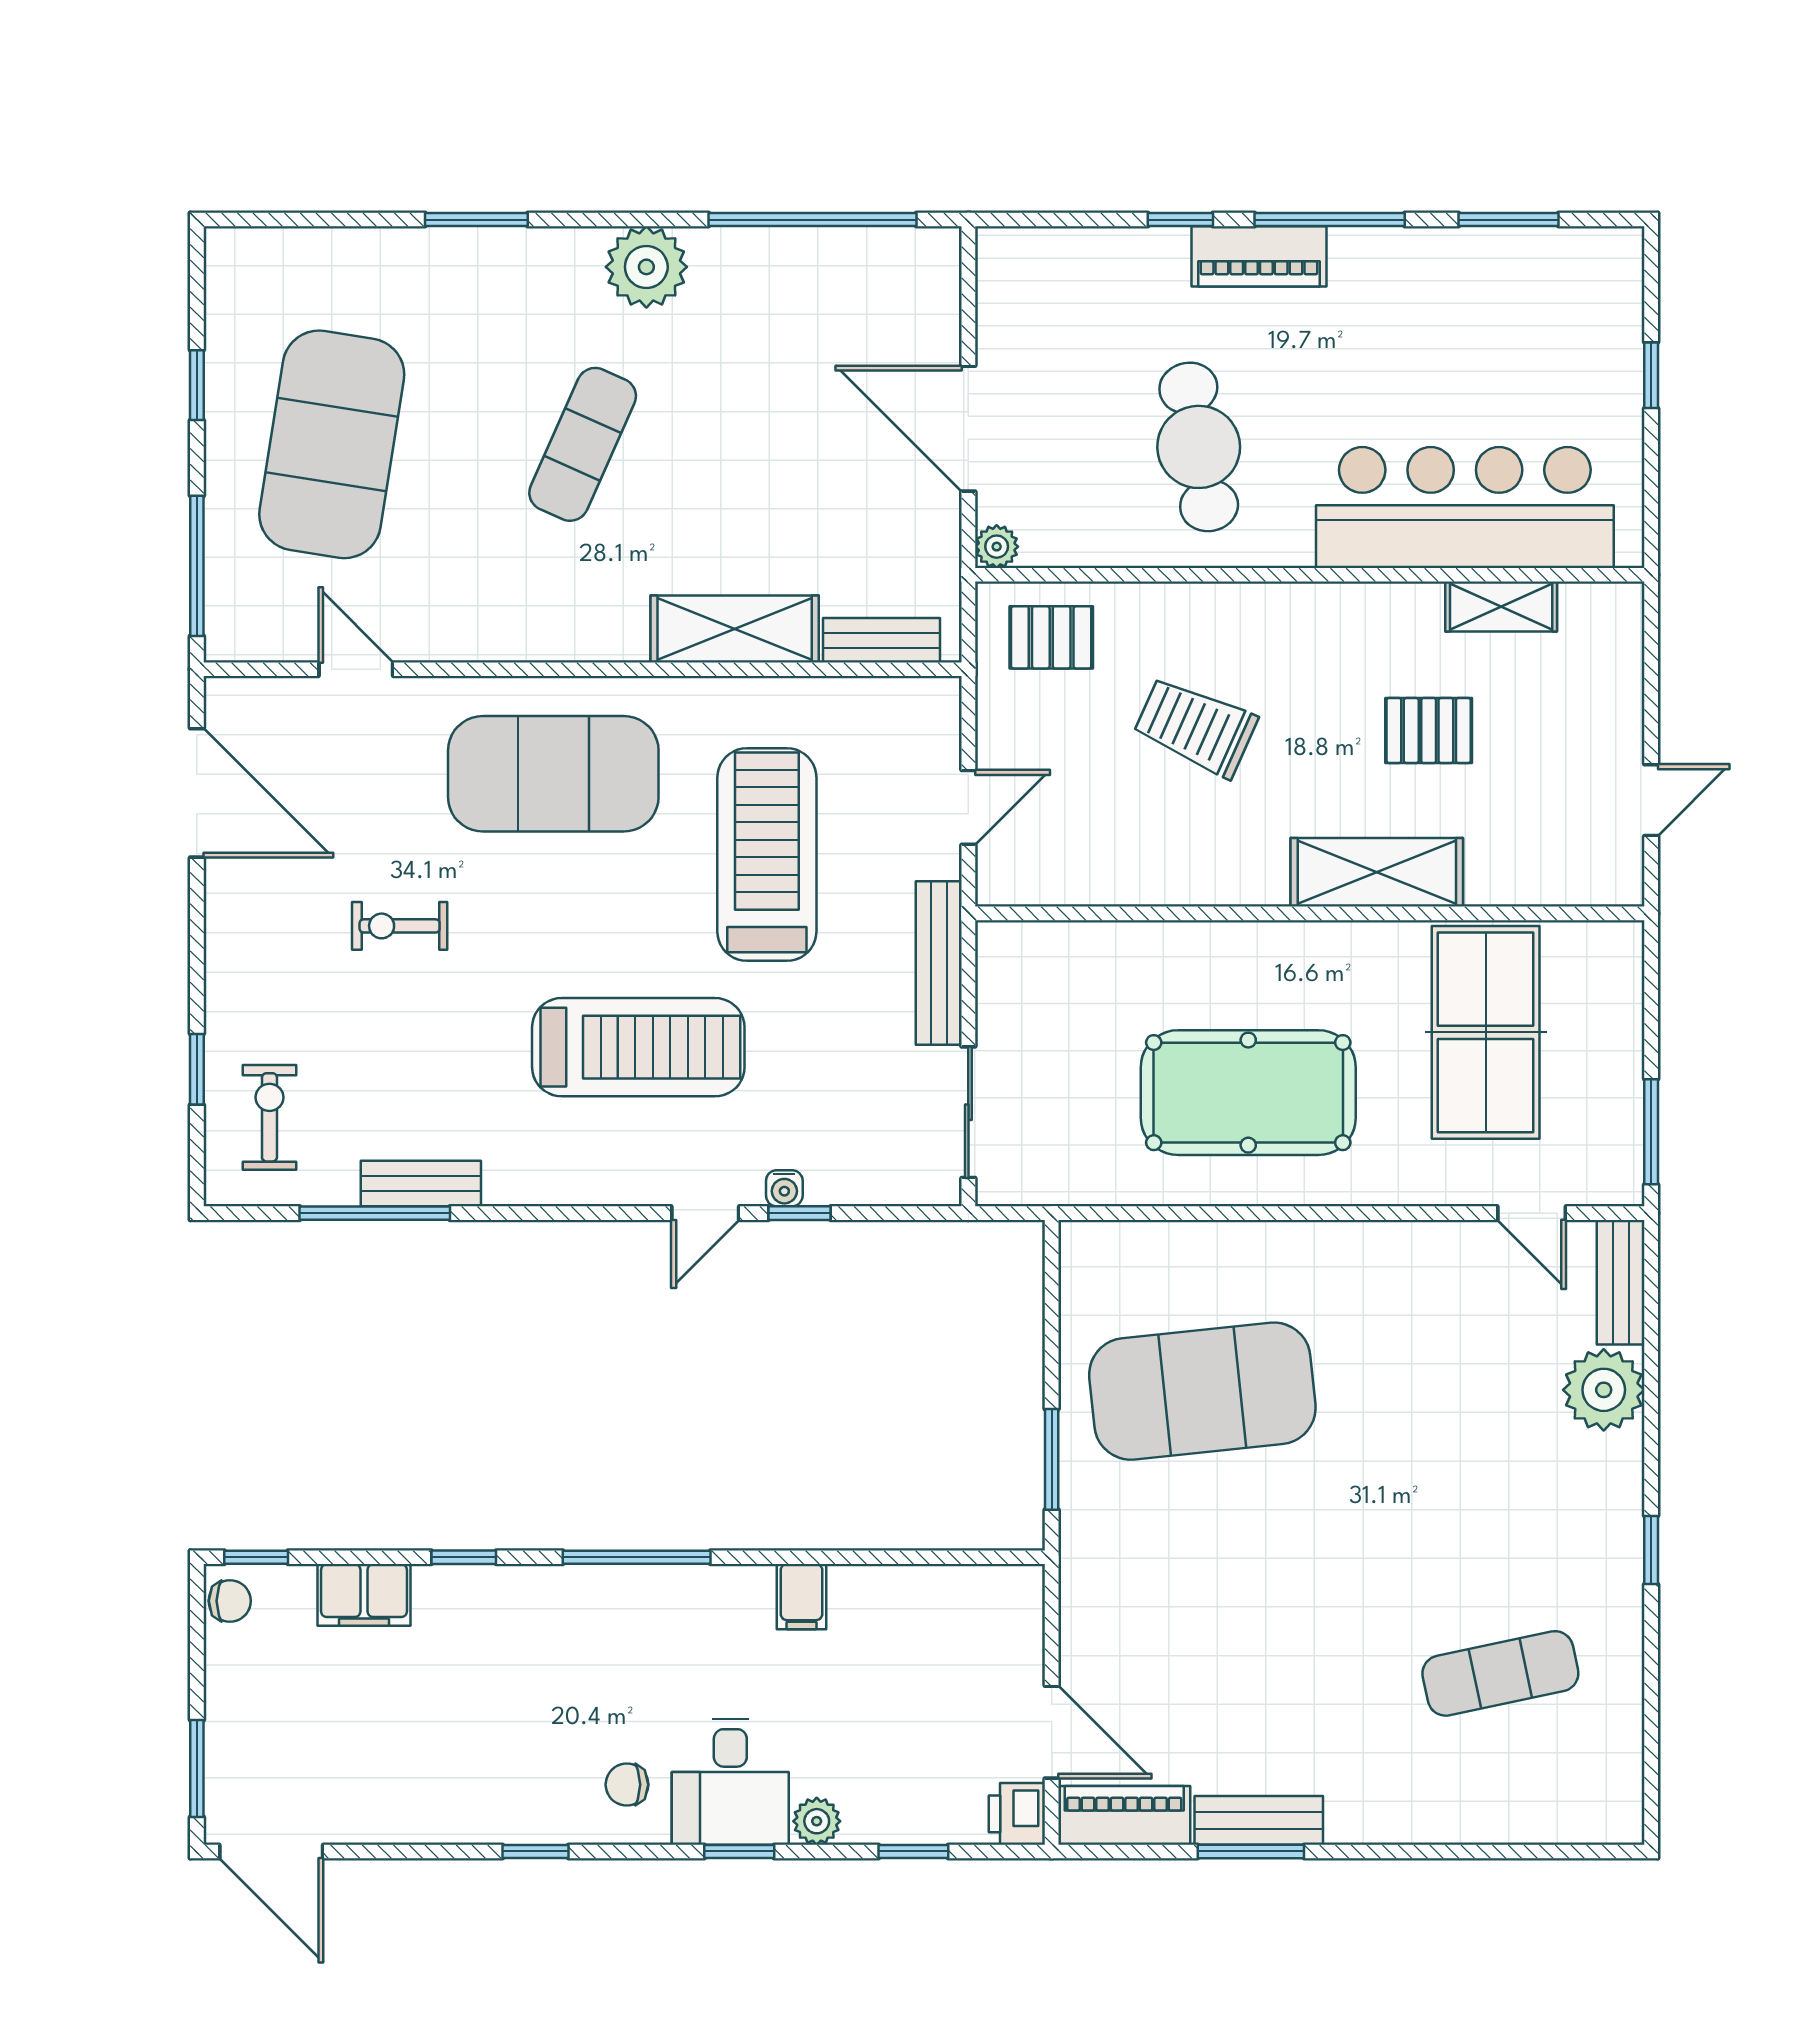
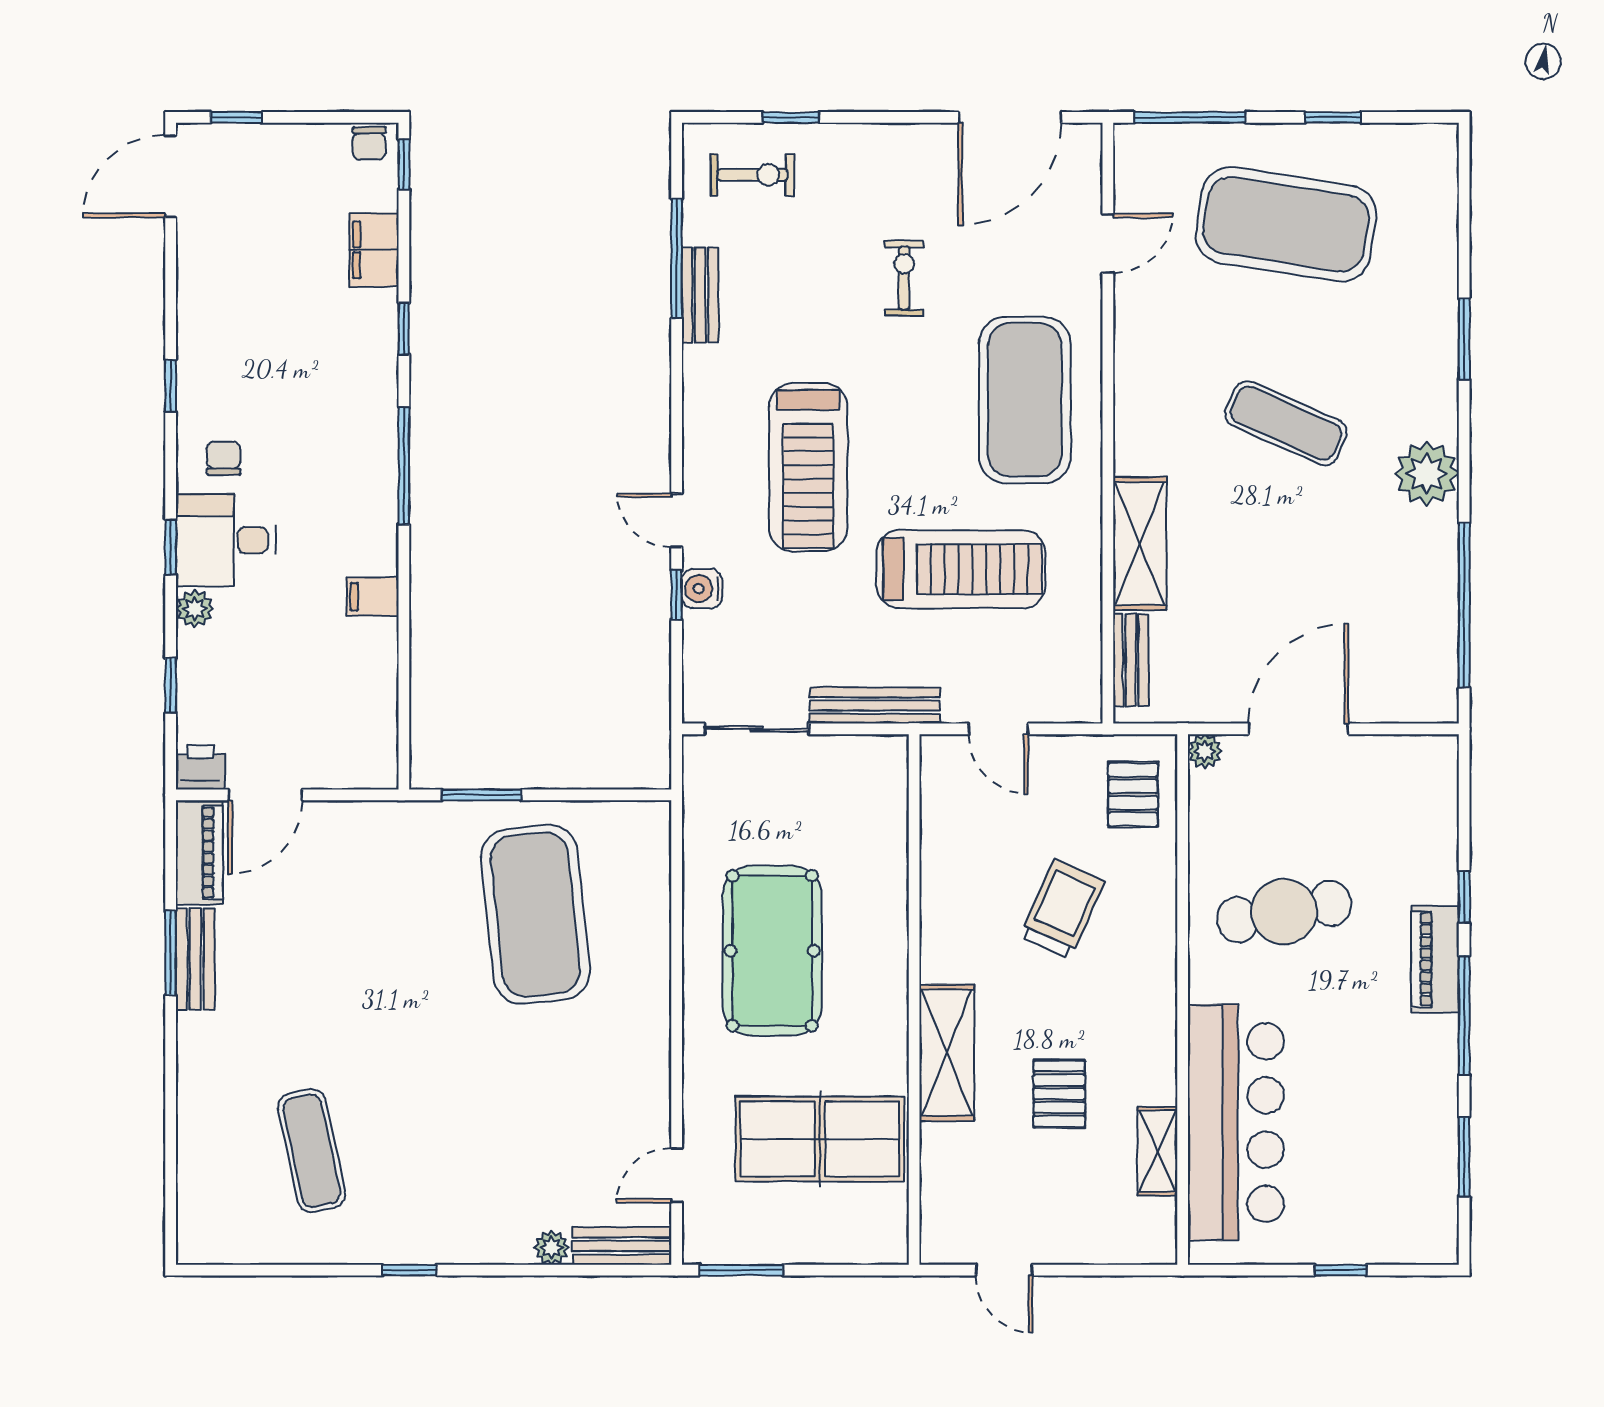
water cooler: (784, 1188) -> (702, 589), width x1.38, depth x1.38
plant: (1604, 1390) -> (552, 1248), width x0.53, depth x0.53
window: (197, 1769) -> (236, 117), width x0.67

